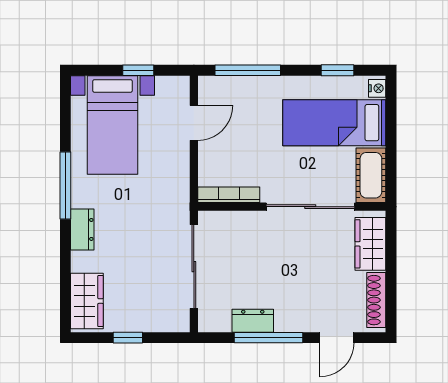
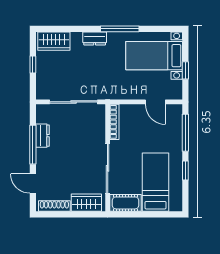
window: (338, 70) -> (185, 171), moved
nightstand: (377, 88) -> (175, 206), removed

